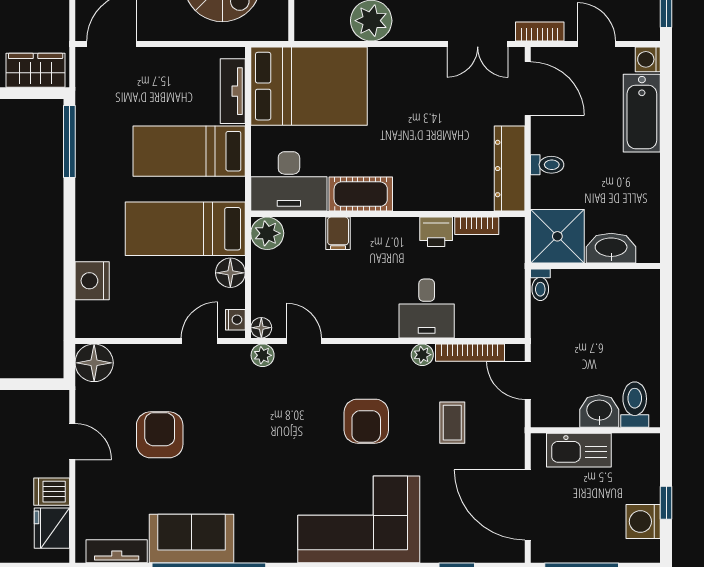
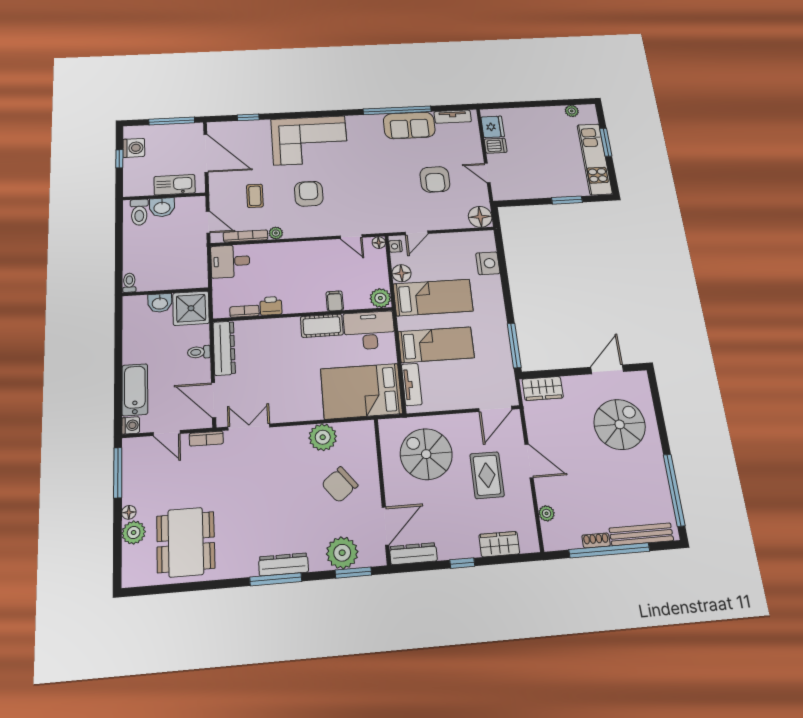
washbasin: (611, 248) -> (160, 303), width x0.72
toilet: (540, 285) -> (129, 283), moved
desk: (427, 309) -> (230, 261), moved, turned -90
plant: (263, 355) -> (376, 227), removed

